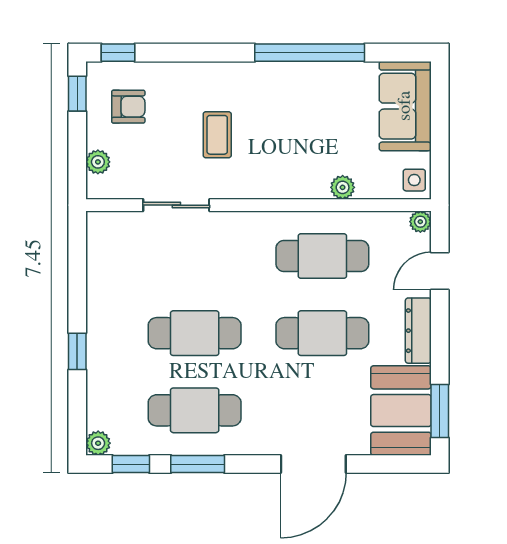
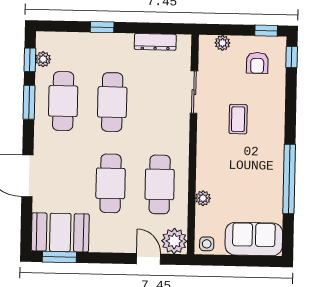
coffee table: (217, 135) -> (238, 119), turned 90
plant: (420, 222) -> (174, 241), width x1.87, depth x1.87
dresser: (418, 331) -> (155, 42), moved, turned 180
plant: (98, 443) -> (43, 59), moved

